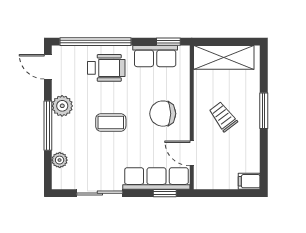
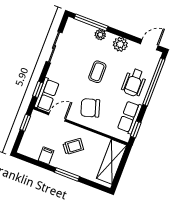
chair: (163, 114) -> (90, 108), turned -107
window: (48, 126) -> (91, 22), moved
plant: (60, 160) -> (100, 35), moved
row of seats: (156, 178) -> (47, 95), width x0.68
filing cabinet: (249, 181) -> (46, 156), moved
window: (216, 193) -> (25, 123), added

